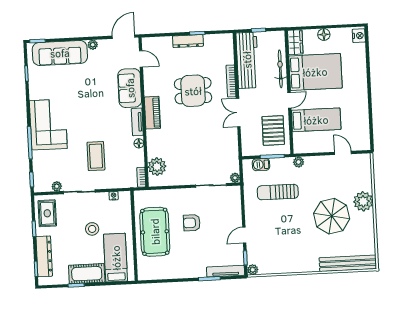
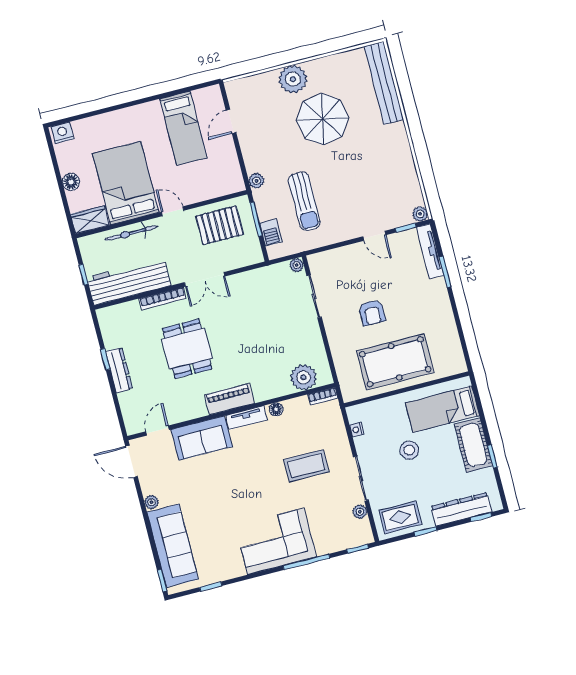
bed: (316, 120) -> (183, 128), moved, turned 180

